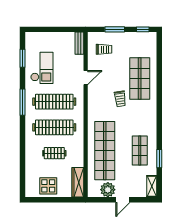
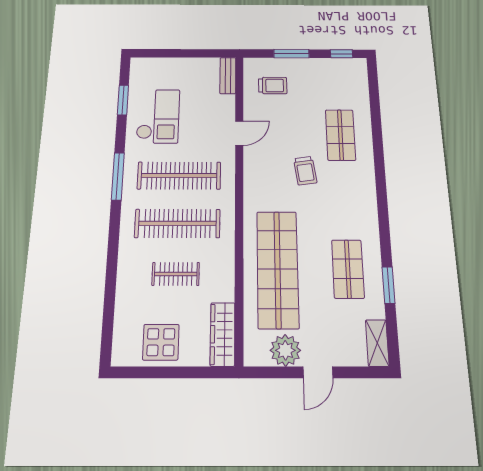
shop shelf: (140, 79) -> (340, 135), width x0.70, depth x0.74

